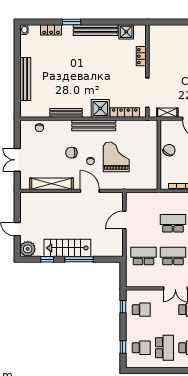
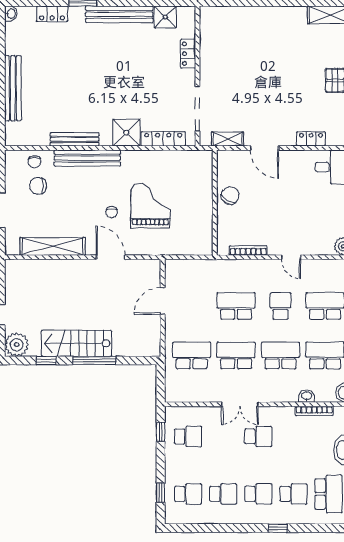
bench: (94, 125) -> (87, 158), moved
chair: (71, 153) -> (38, 186), moved
school desk: (164, 348) -> (223, 494), width x0.54

